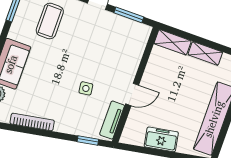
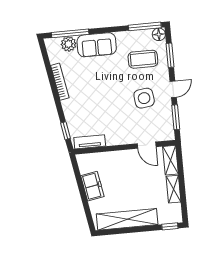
side table: (86, 88) -> (144, 98), moved, width x1.87, depth x1.87
door: (132, 94) -> (147, 145), moved

